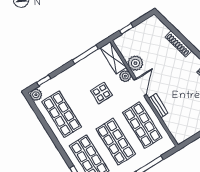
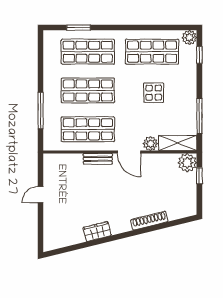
plant: (135, 63) -> (187, 163), moved
display table: (101, 93) -> (154, 93), moved

